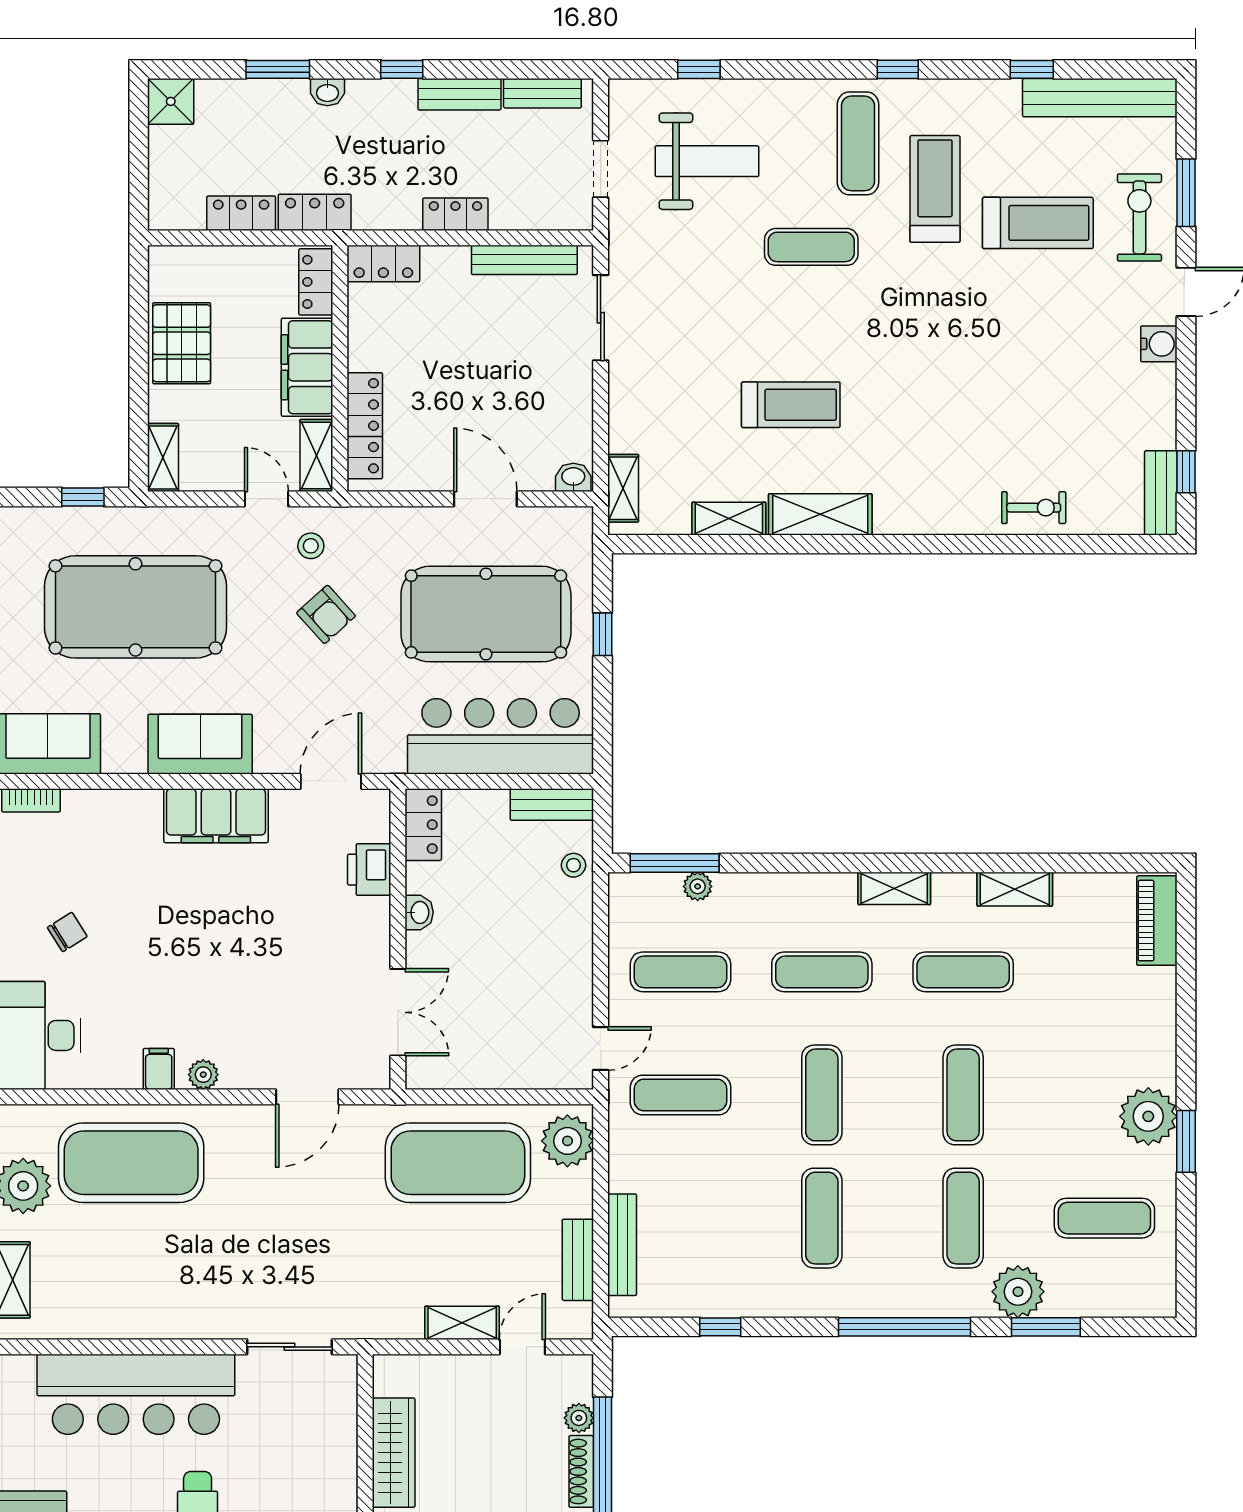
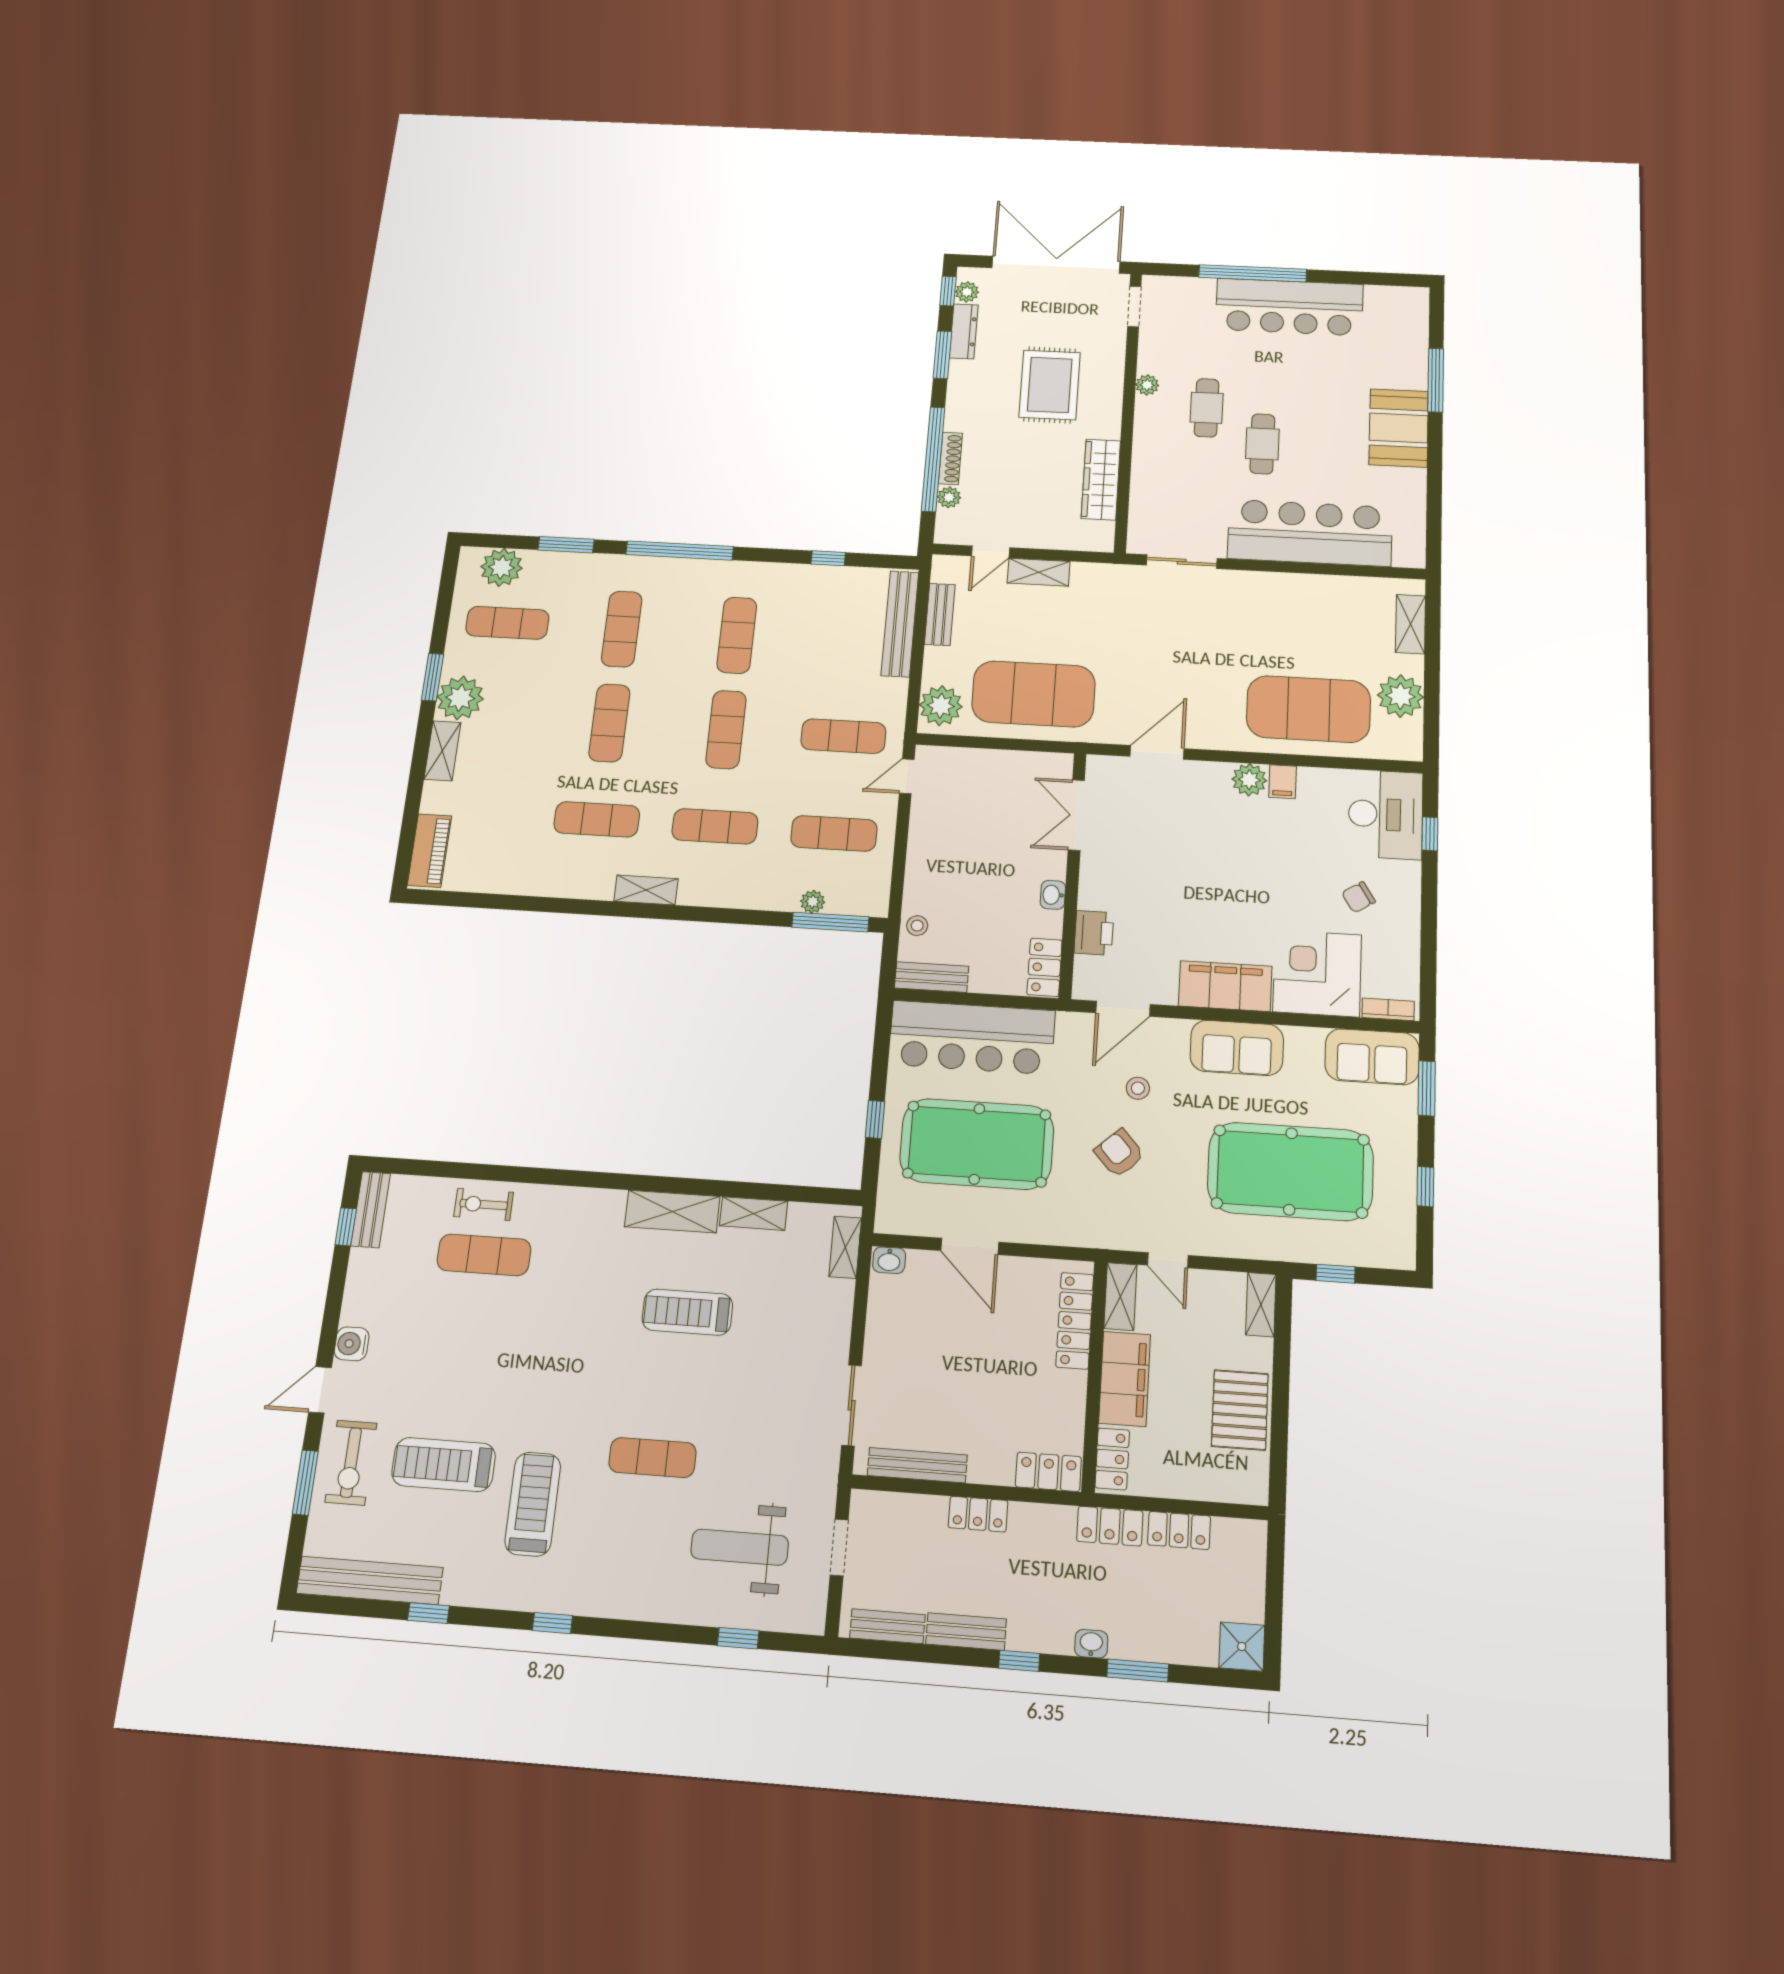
exercise mat: (858, 143) -> (484, 1255), moved, turned 90
treadmill: (935, 189) -> (533, 1504), turned 180
stool: (311, 546) -> (1138, 1088), moved
corner desk: (112, 838) -> (1317, 973), added
shelving: (1015, 889) -> (442, 751), moved, turned 90
plant: (203, 1075) -> (1249, 780), width x1.38, depth x1.38
bench: (622, 1245) -> (900, 624), width x1.37, depth x1.21
plant: (1018, 1292) -> (502, 567), moved

